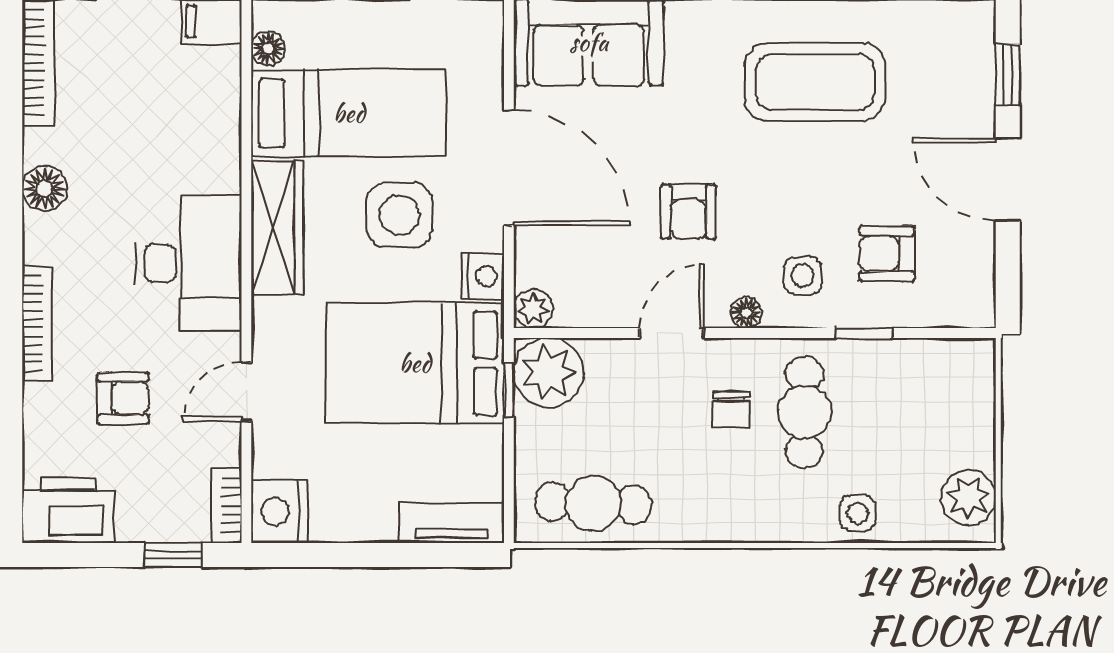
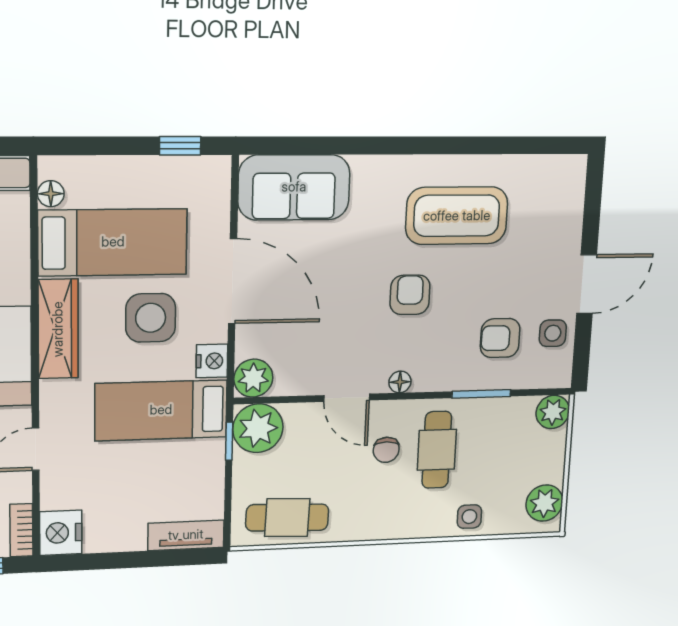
window: (1008, 75) -> (592, 209), removed
door: (1008, 180) -> (587, 284), swing flipped
armchair: (689, 212) -> (410, 295), moved, turned 180
side table: (802, 275) -> (553, 333), moved
plant: (533, 309) -> (253, 378), width x1.38, depth x1.38
door: (672, 333) -> (347, 398), swing flipped
window: (865, 333) -> (481, 394), width x1.50
bed: (415, 363) -> (161, 410), width x0.67
plant: (971, 363) -> (553, 412), added

